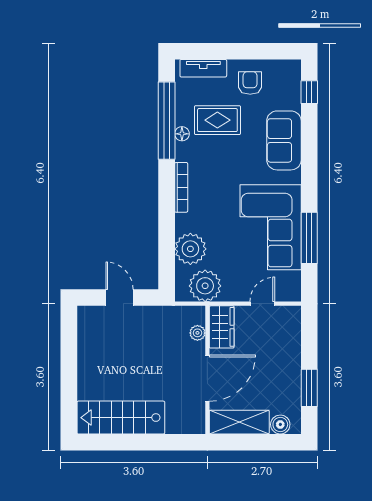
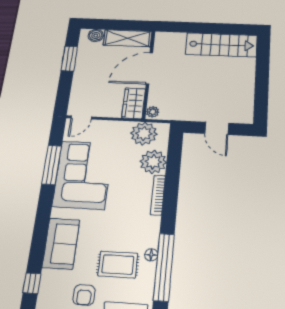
bookcase: (181, 187) -> (158, 195), moved
door: (262, 304) -> (81, 117), moved
plant: (197, 333) -> (153, 112), moved

